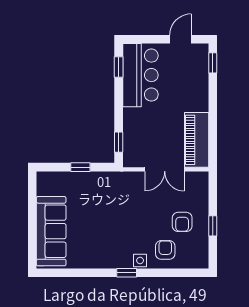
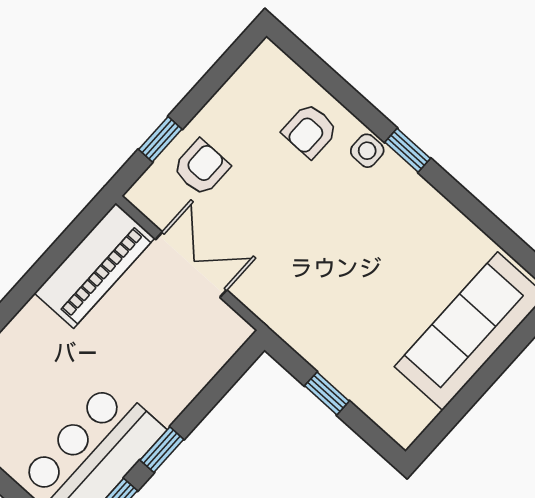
window: (119, 142) -> (162, 450), moved
armchair: (182, 222) -> (201, 167), moved
window: (213, 226) -> (160, 139), moved

